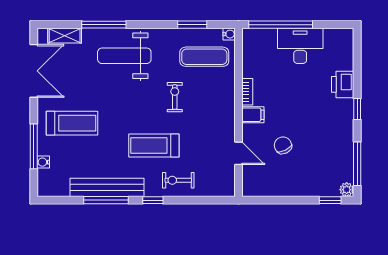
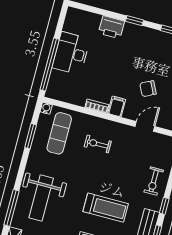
exercise bike: (175, 97) -> (98, 144), moved
treadmill: (154, 146) -> (106, 208), moved, turned -90

